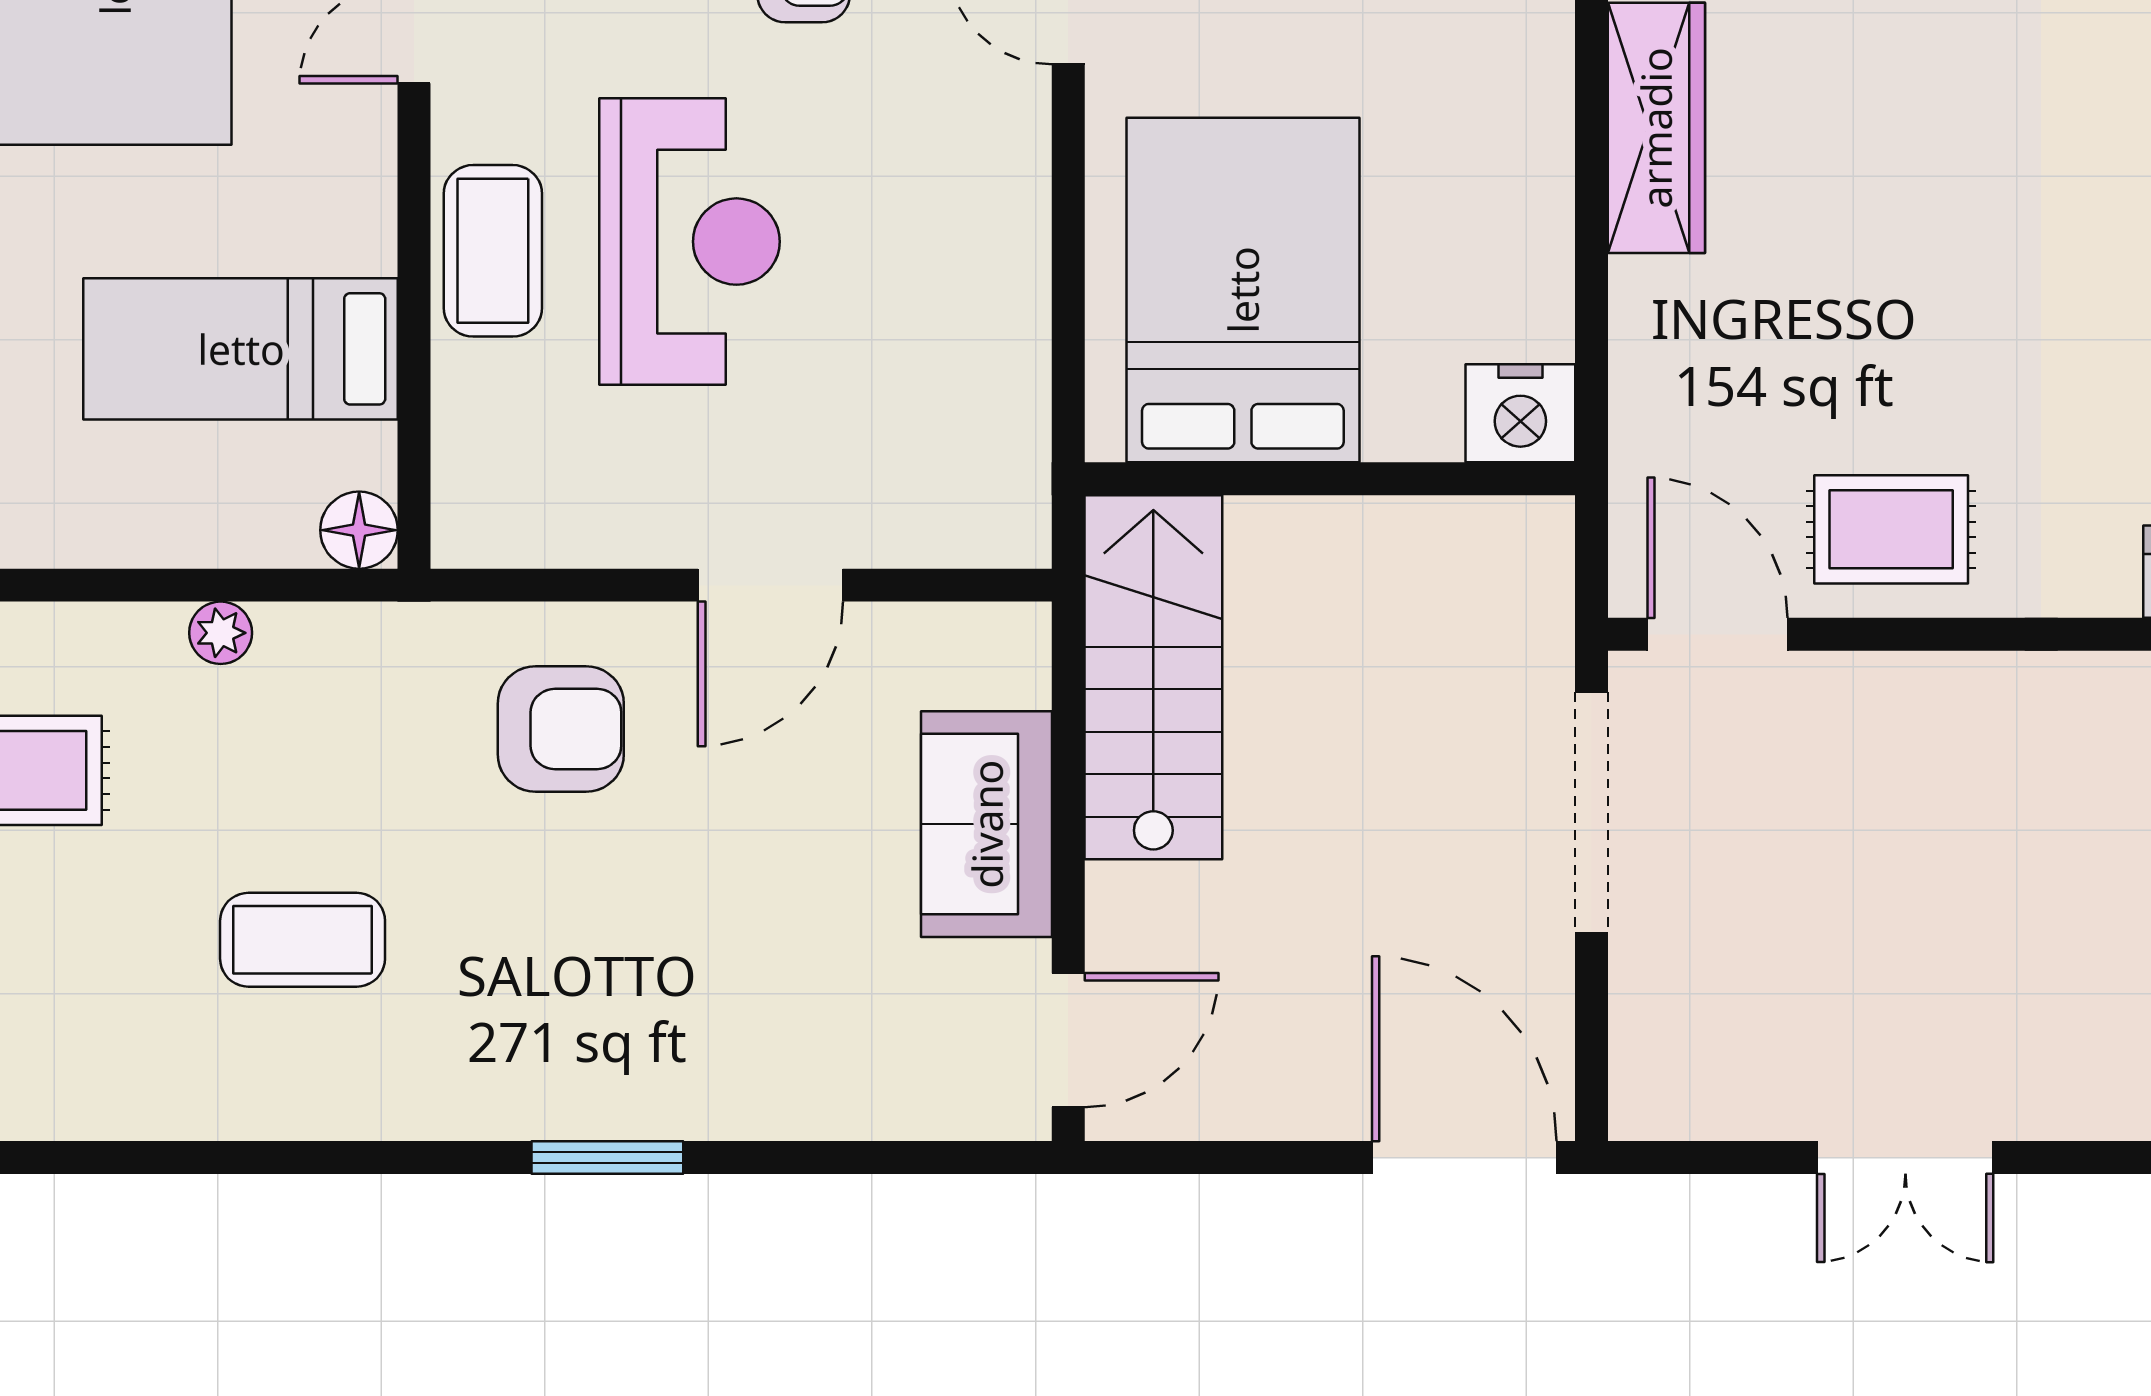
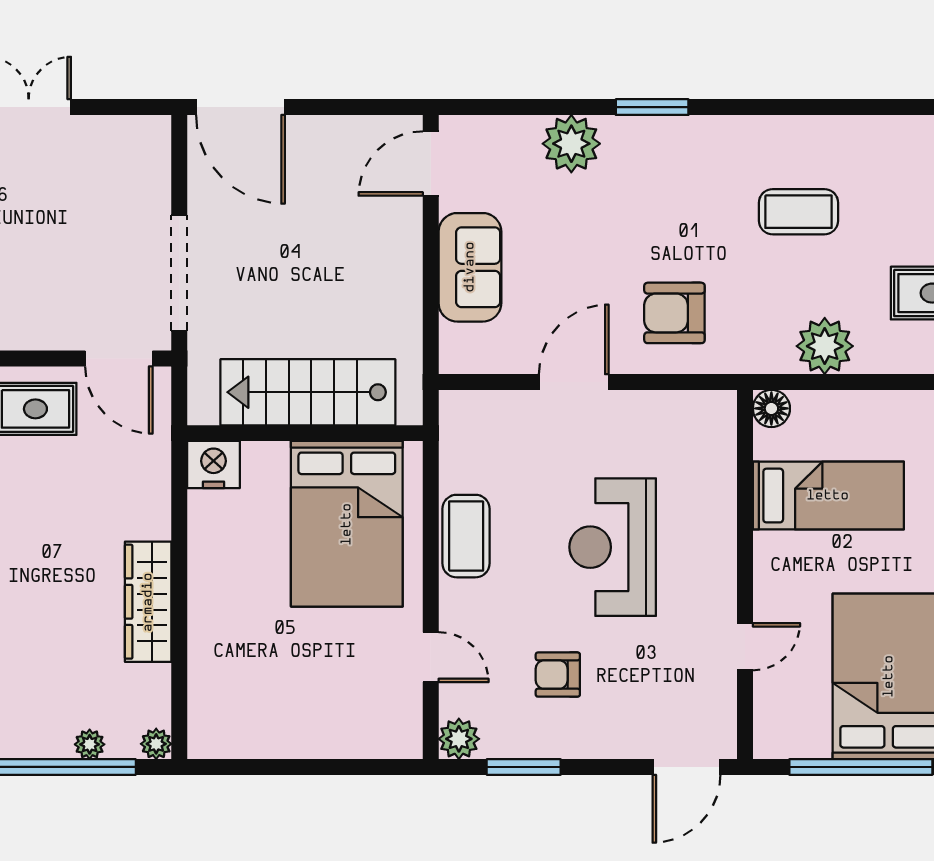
coffee table: (493, 251) -> (466, 536), moved
plant: (221, 633) -> (825, 346), width x1.88, depth x1.88
stairs: (1153, 677) -> (308, 392), moved, turned 90
plant: (776, 1081) -> (571, 144), added

